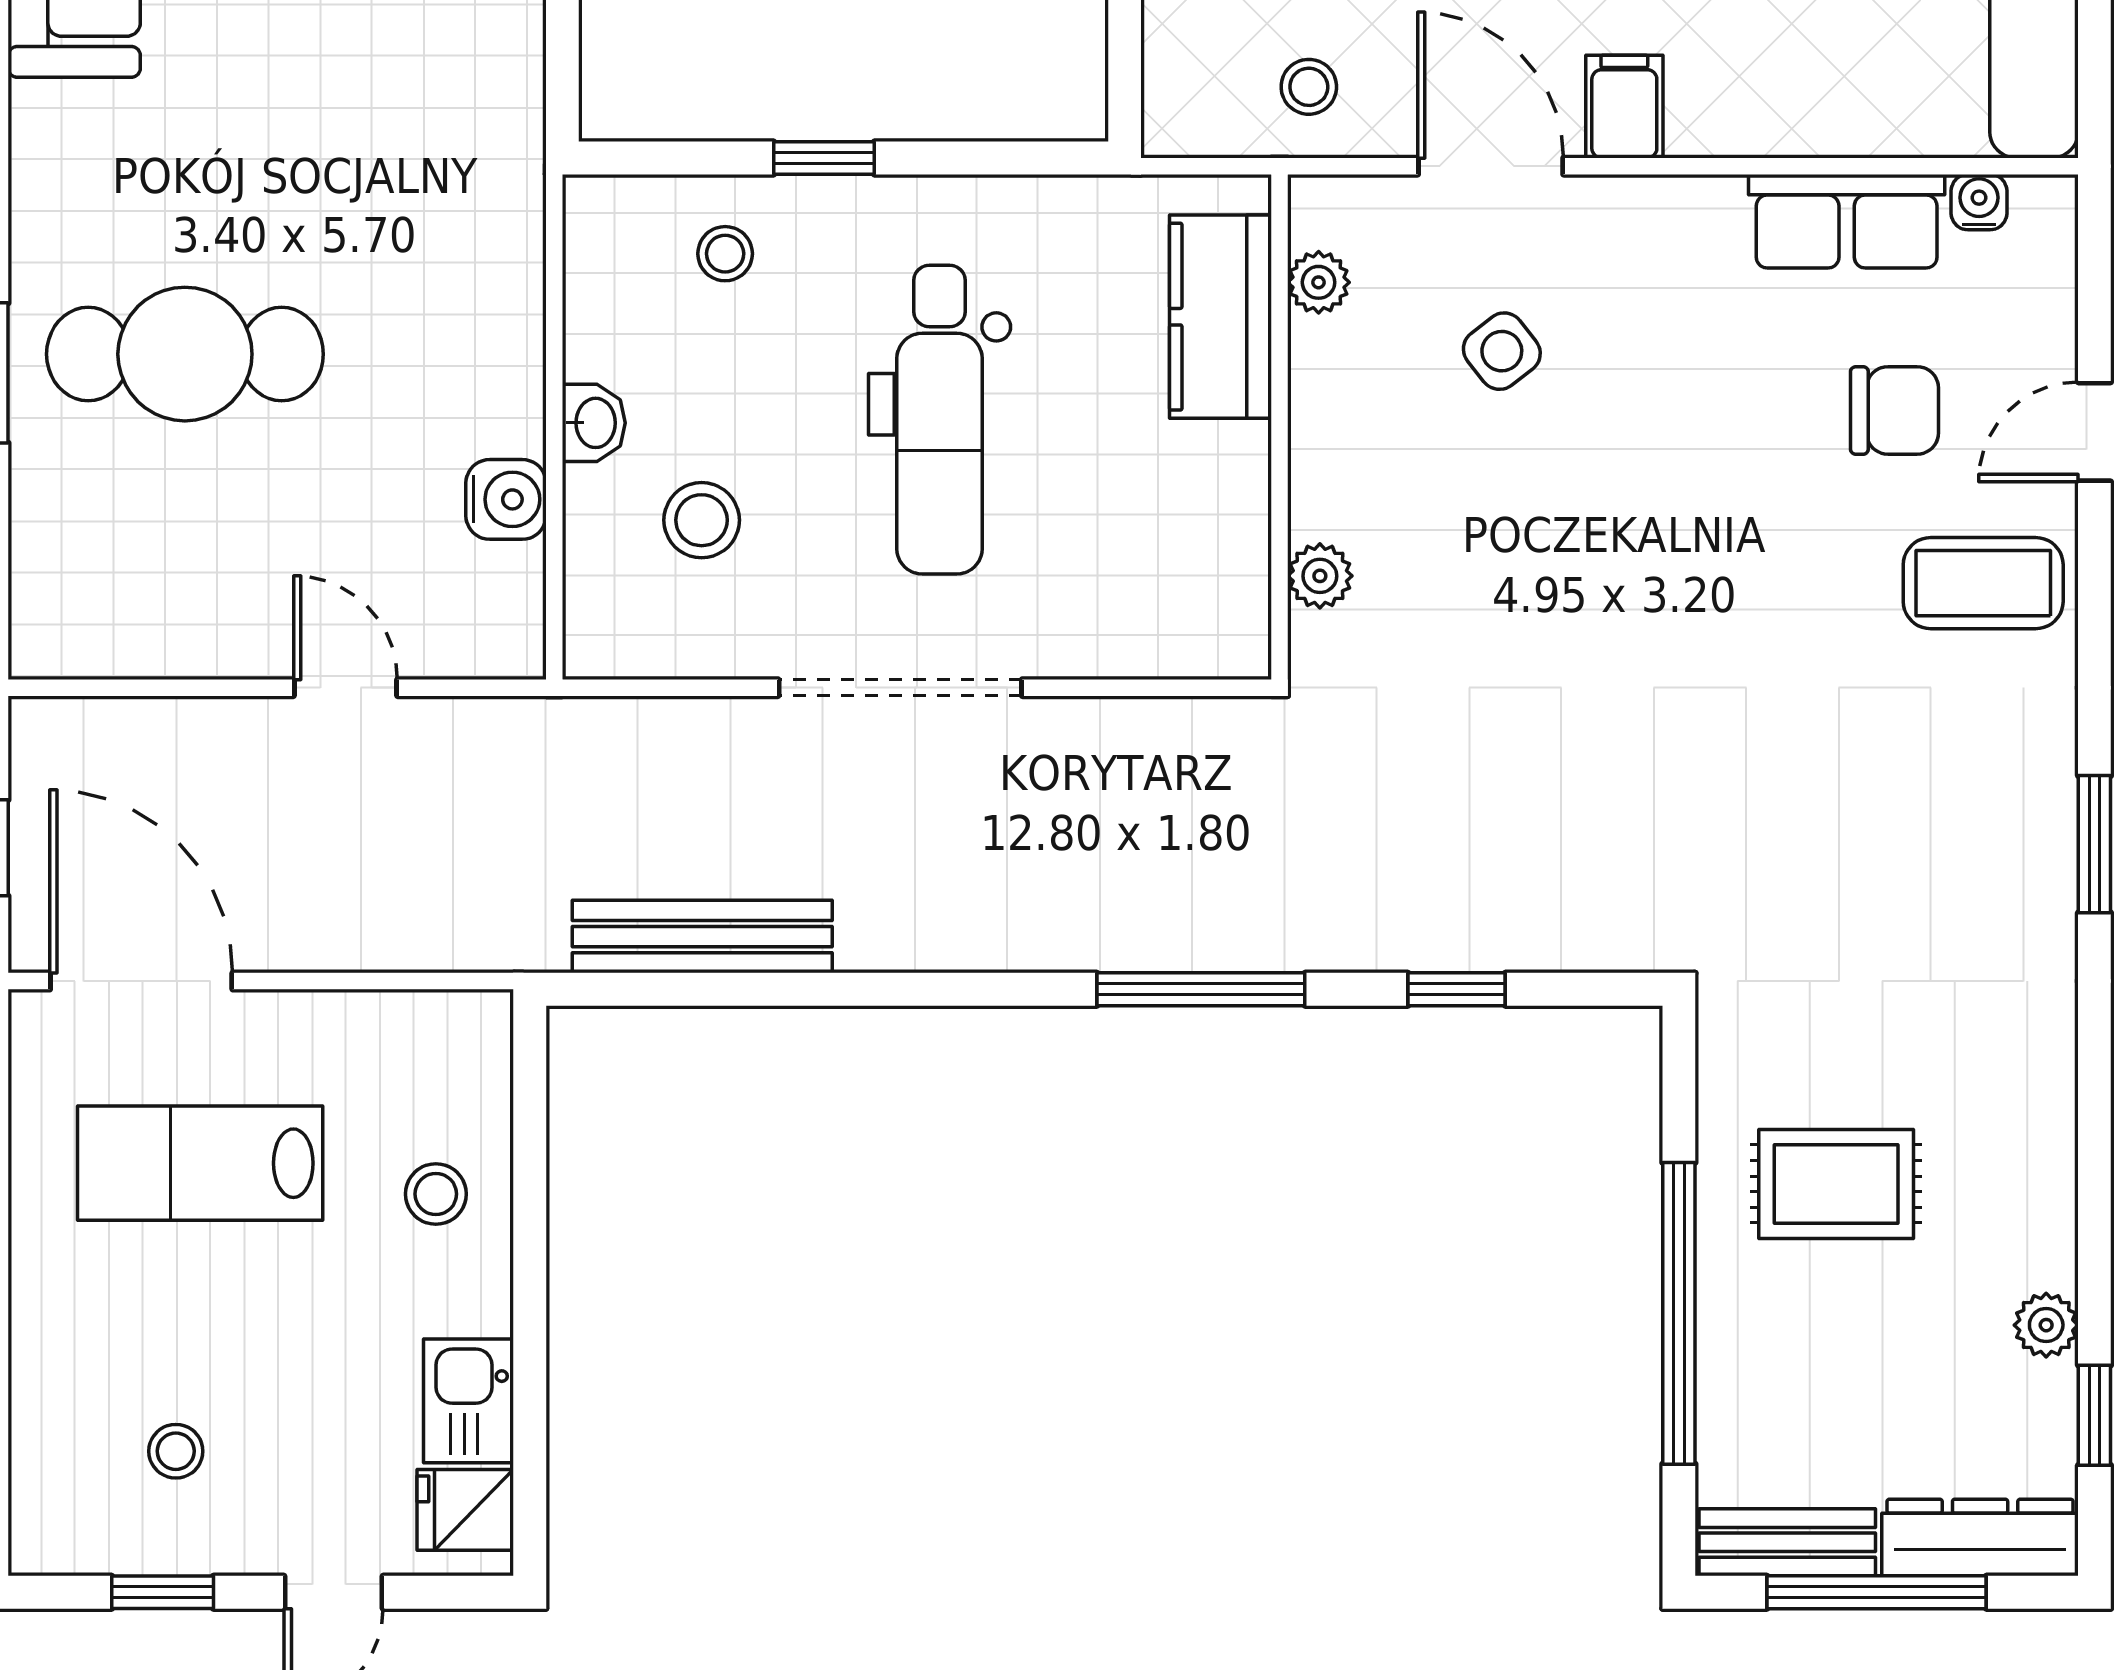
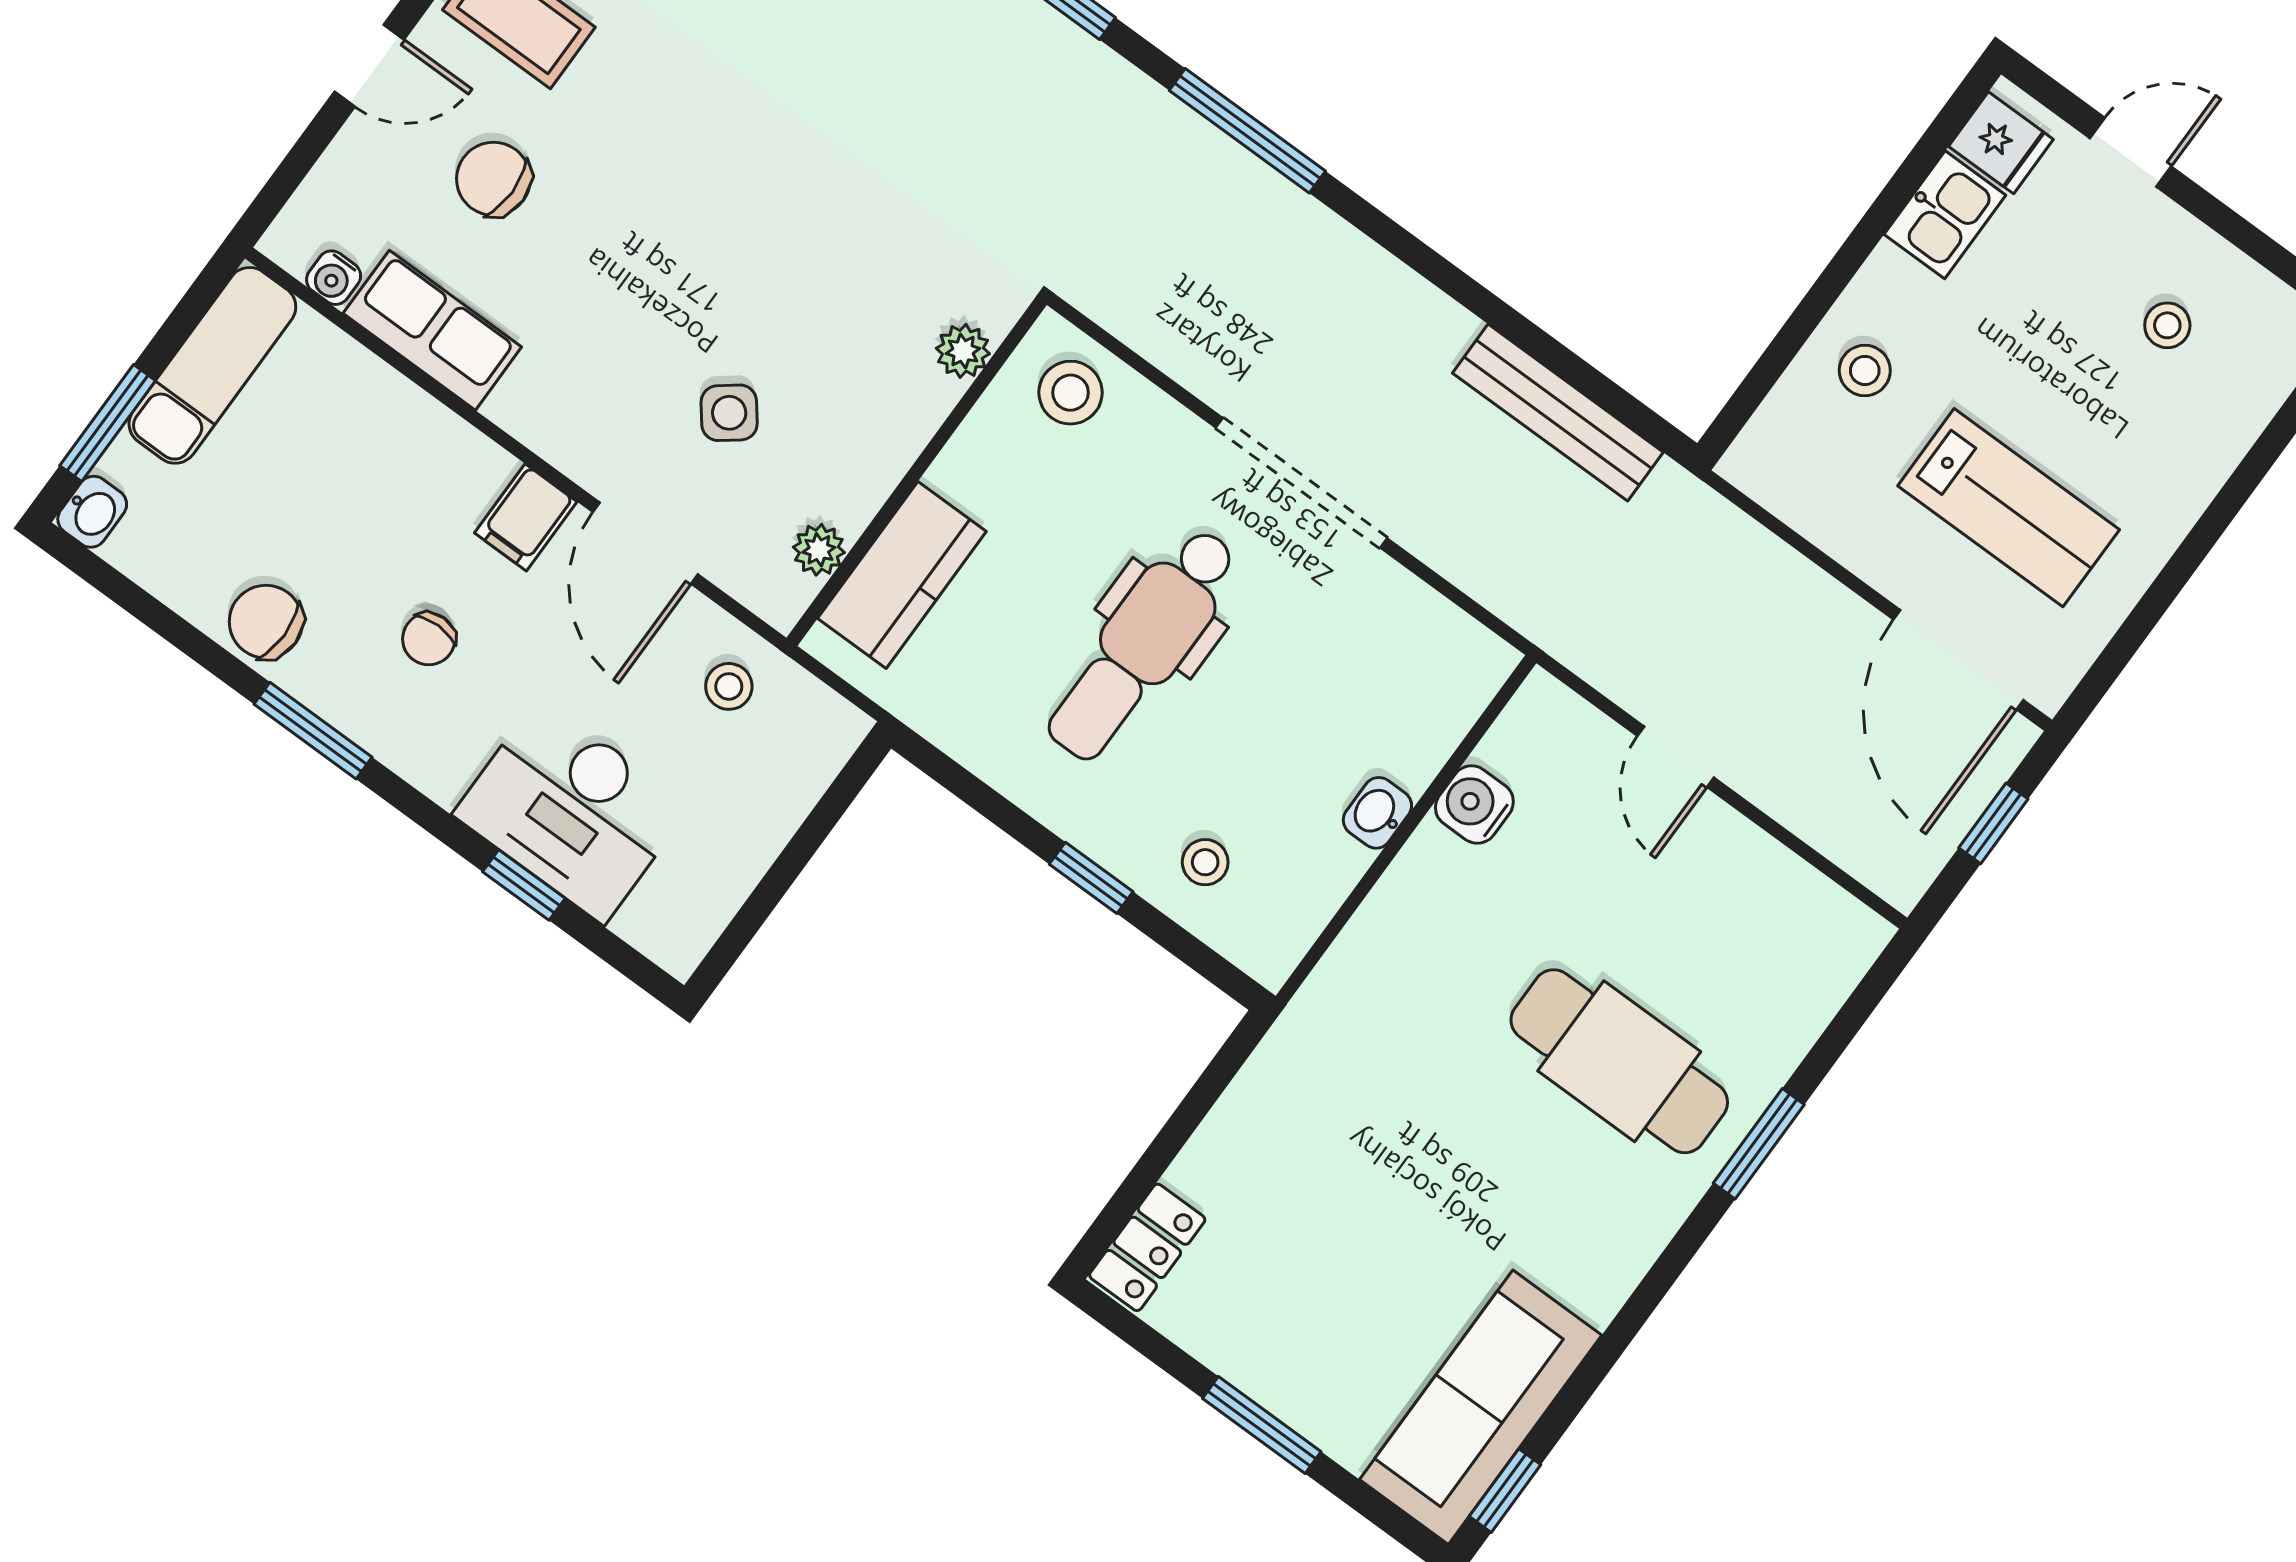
dental chair: (939, 420) -> (1142, 644), turned 180
stool: (702, 520) -> (1071, 393), moved
window: (163, 1592) -> (2246, 237), removed

